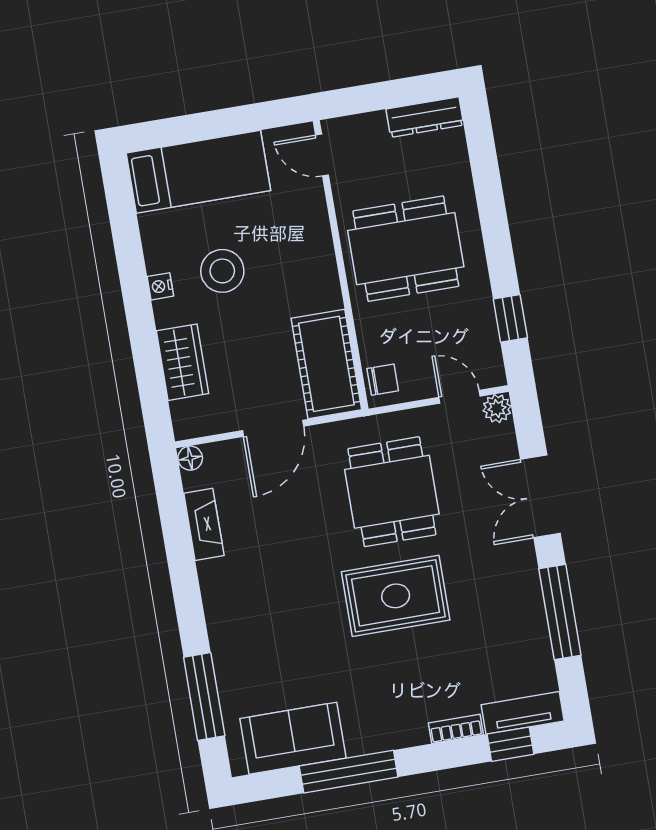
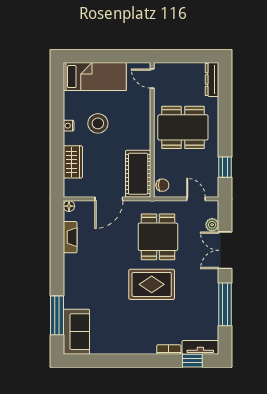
dresser: (425, 117) -> (212, 80), moved, turned 90
plant: (497, 408) -> (212, 225), moved
sofa: (293, 738) -> (76, 332), moved, turned 90
window: (349, 772) -> (117, 361), removed

